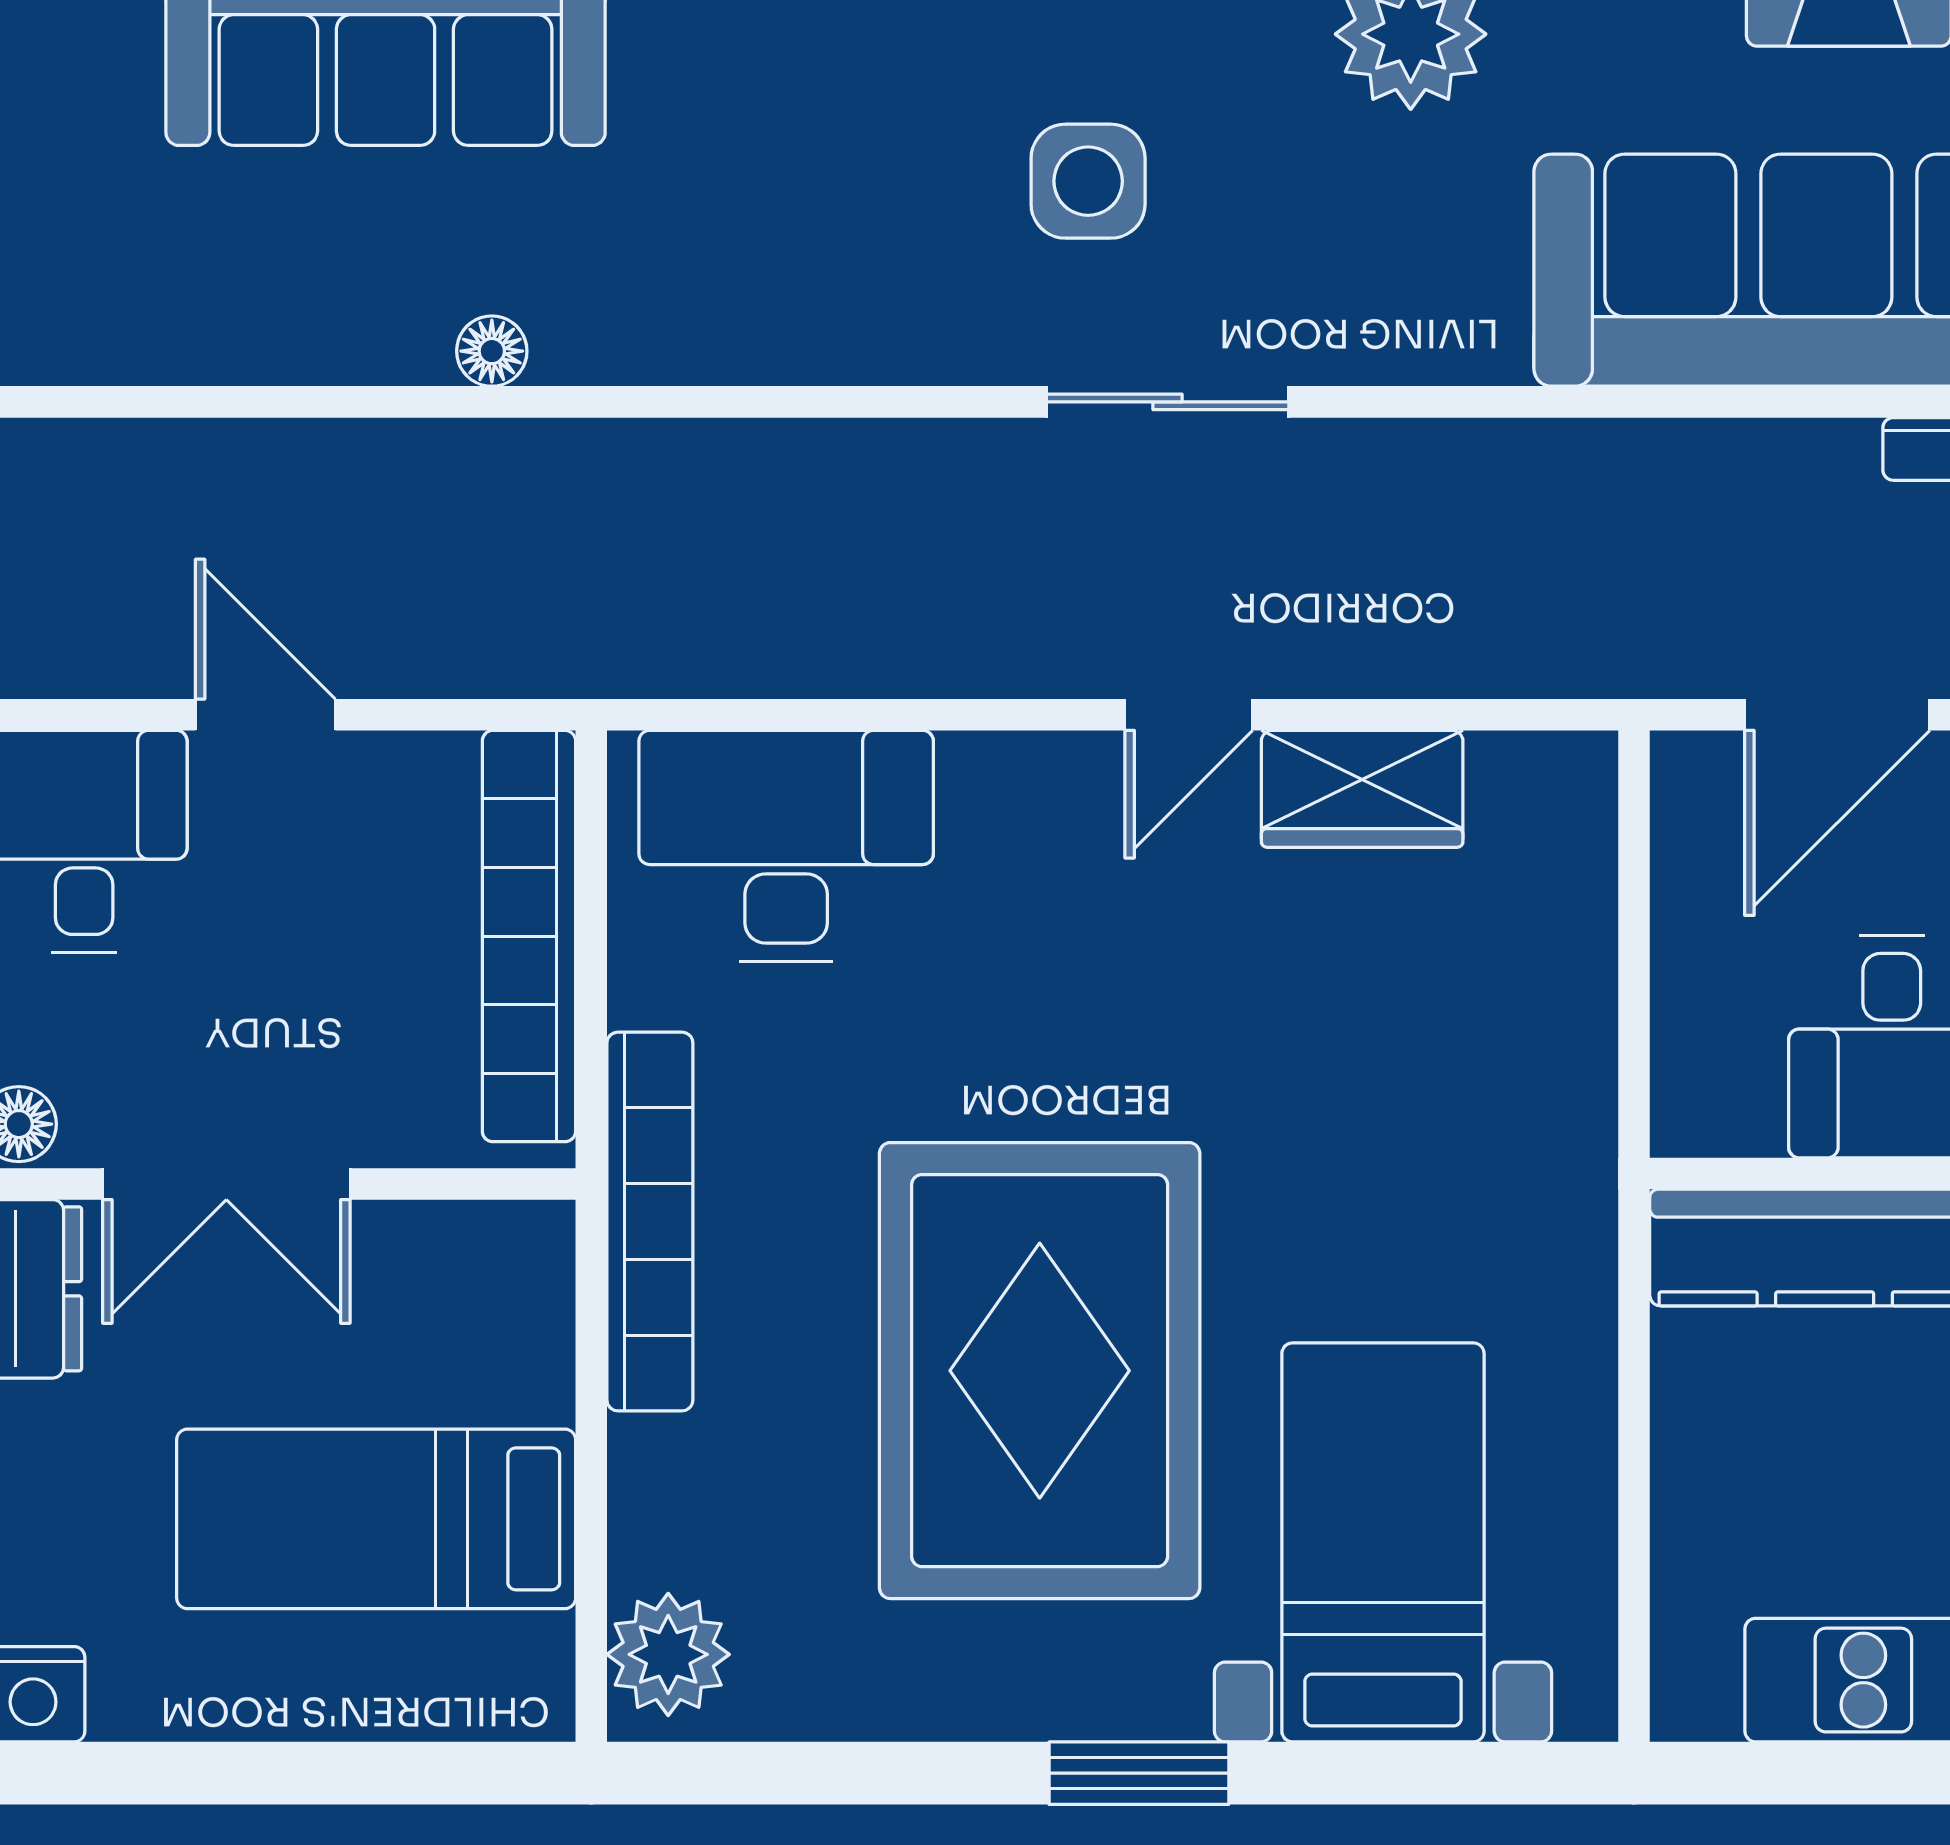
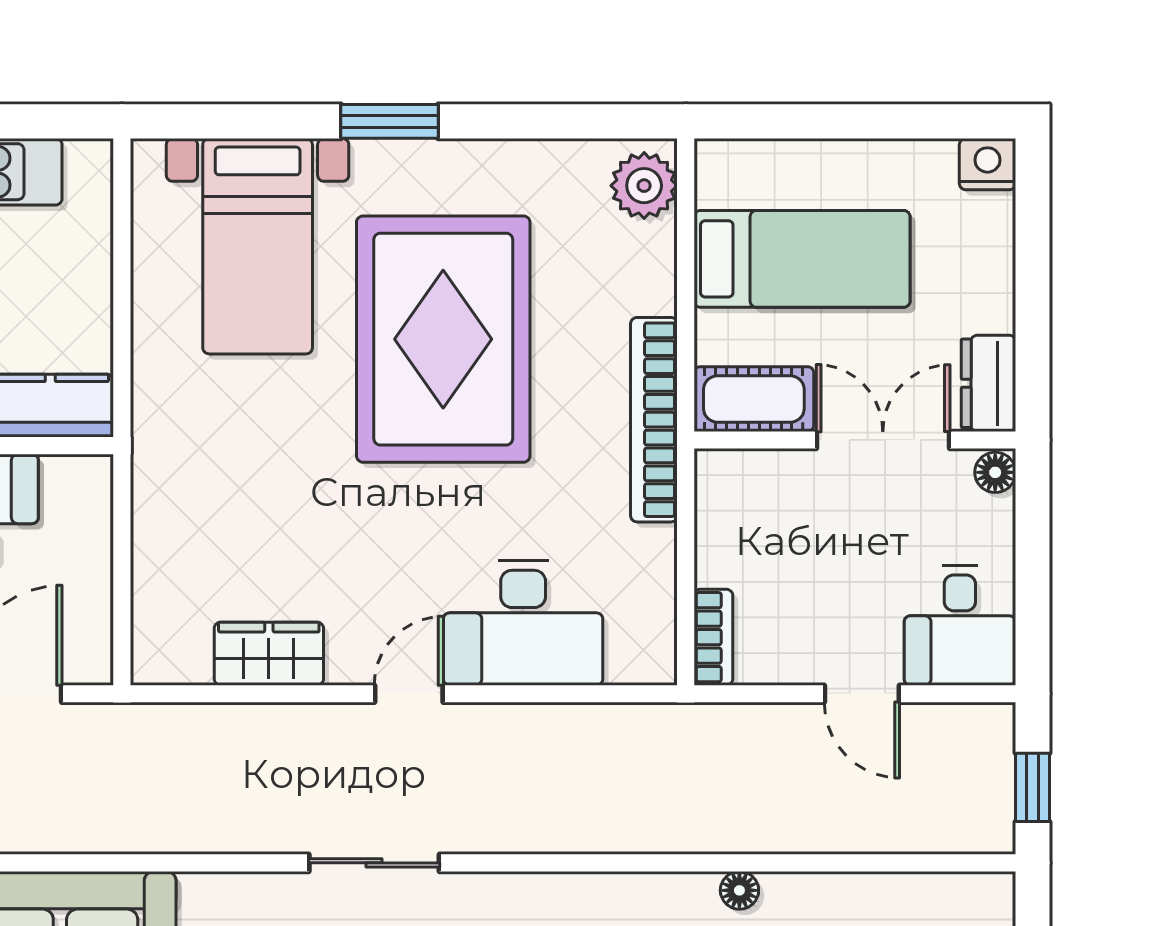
door: (1189, 715) -> (409, 694), moved
desk: (786, 846) -> (523, 623), moved
bookcase: (529, 936) -> (713, 637), width x0.43, depth x0.76
cot: (465, 1260) -> (754, 399), added

